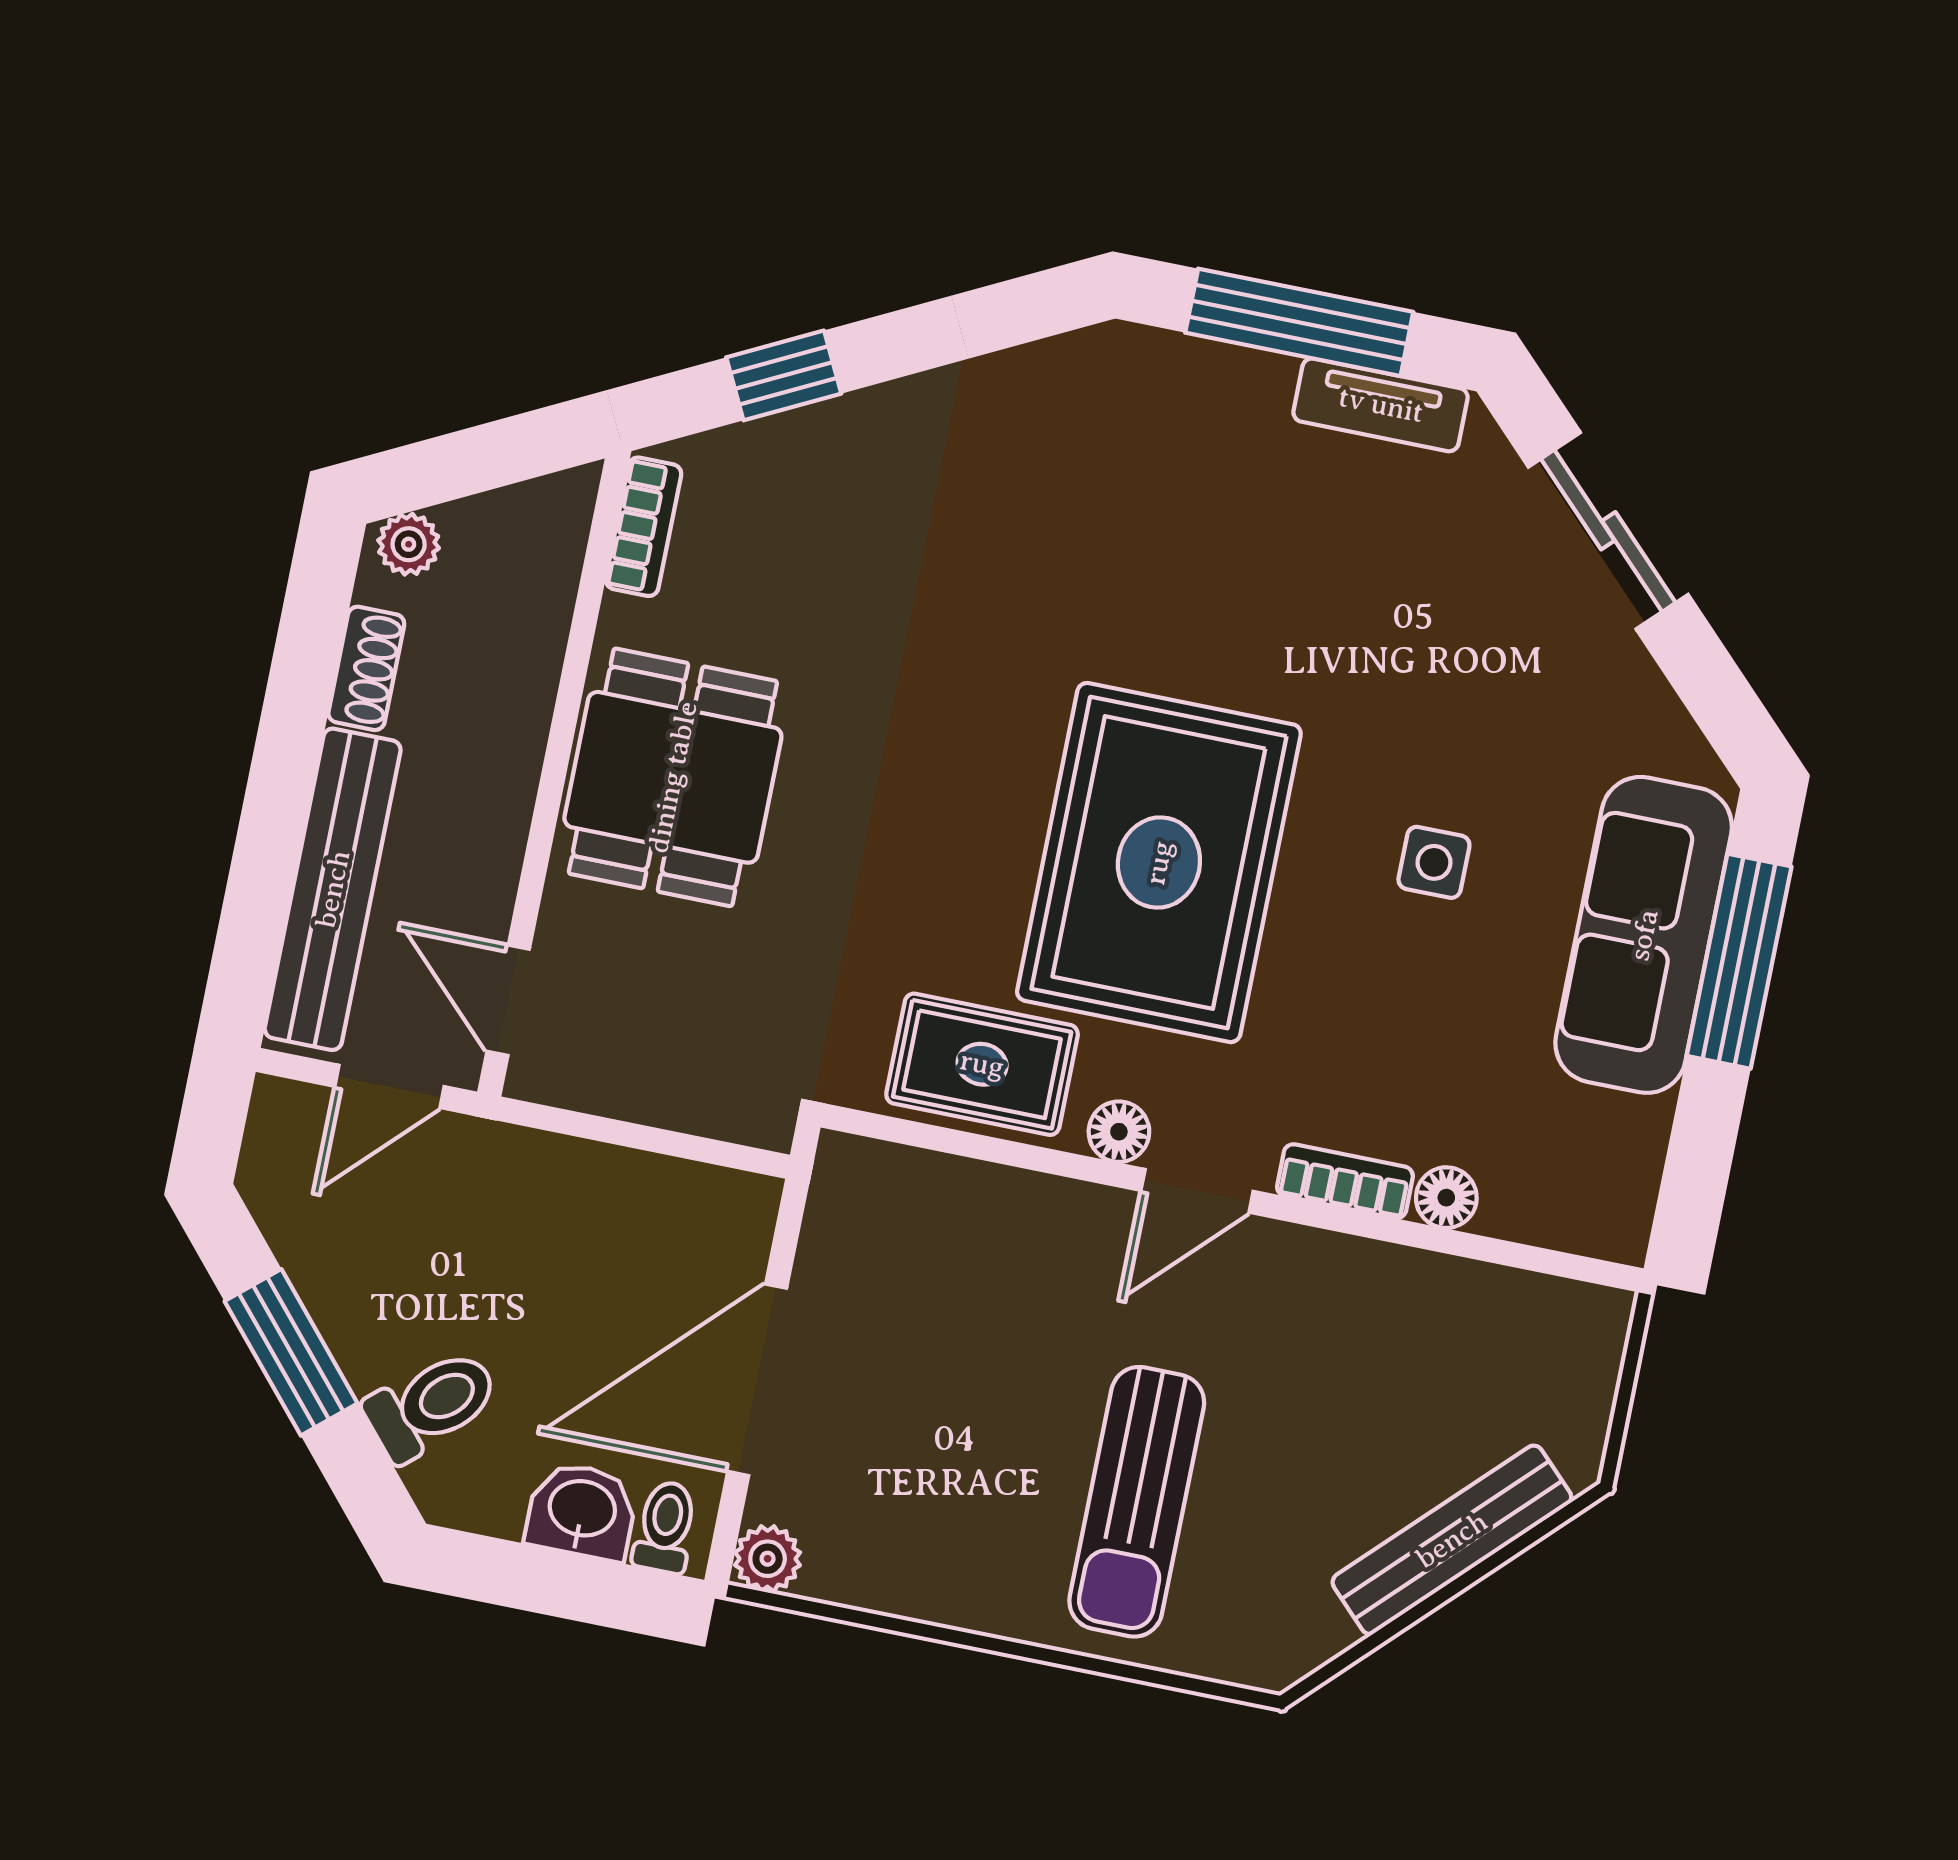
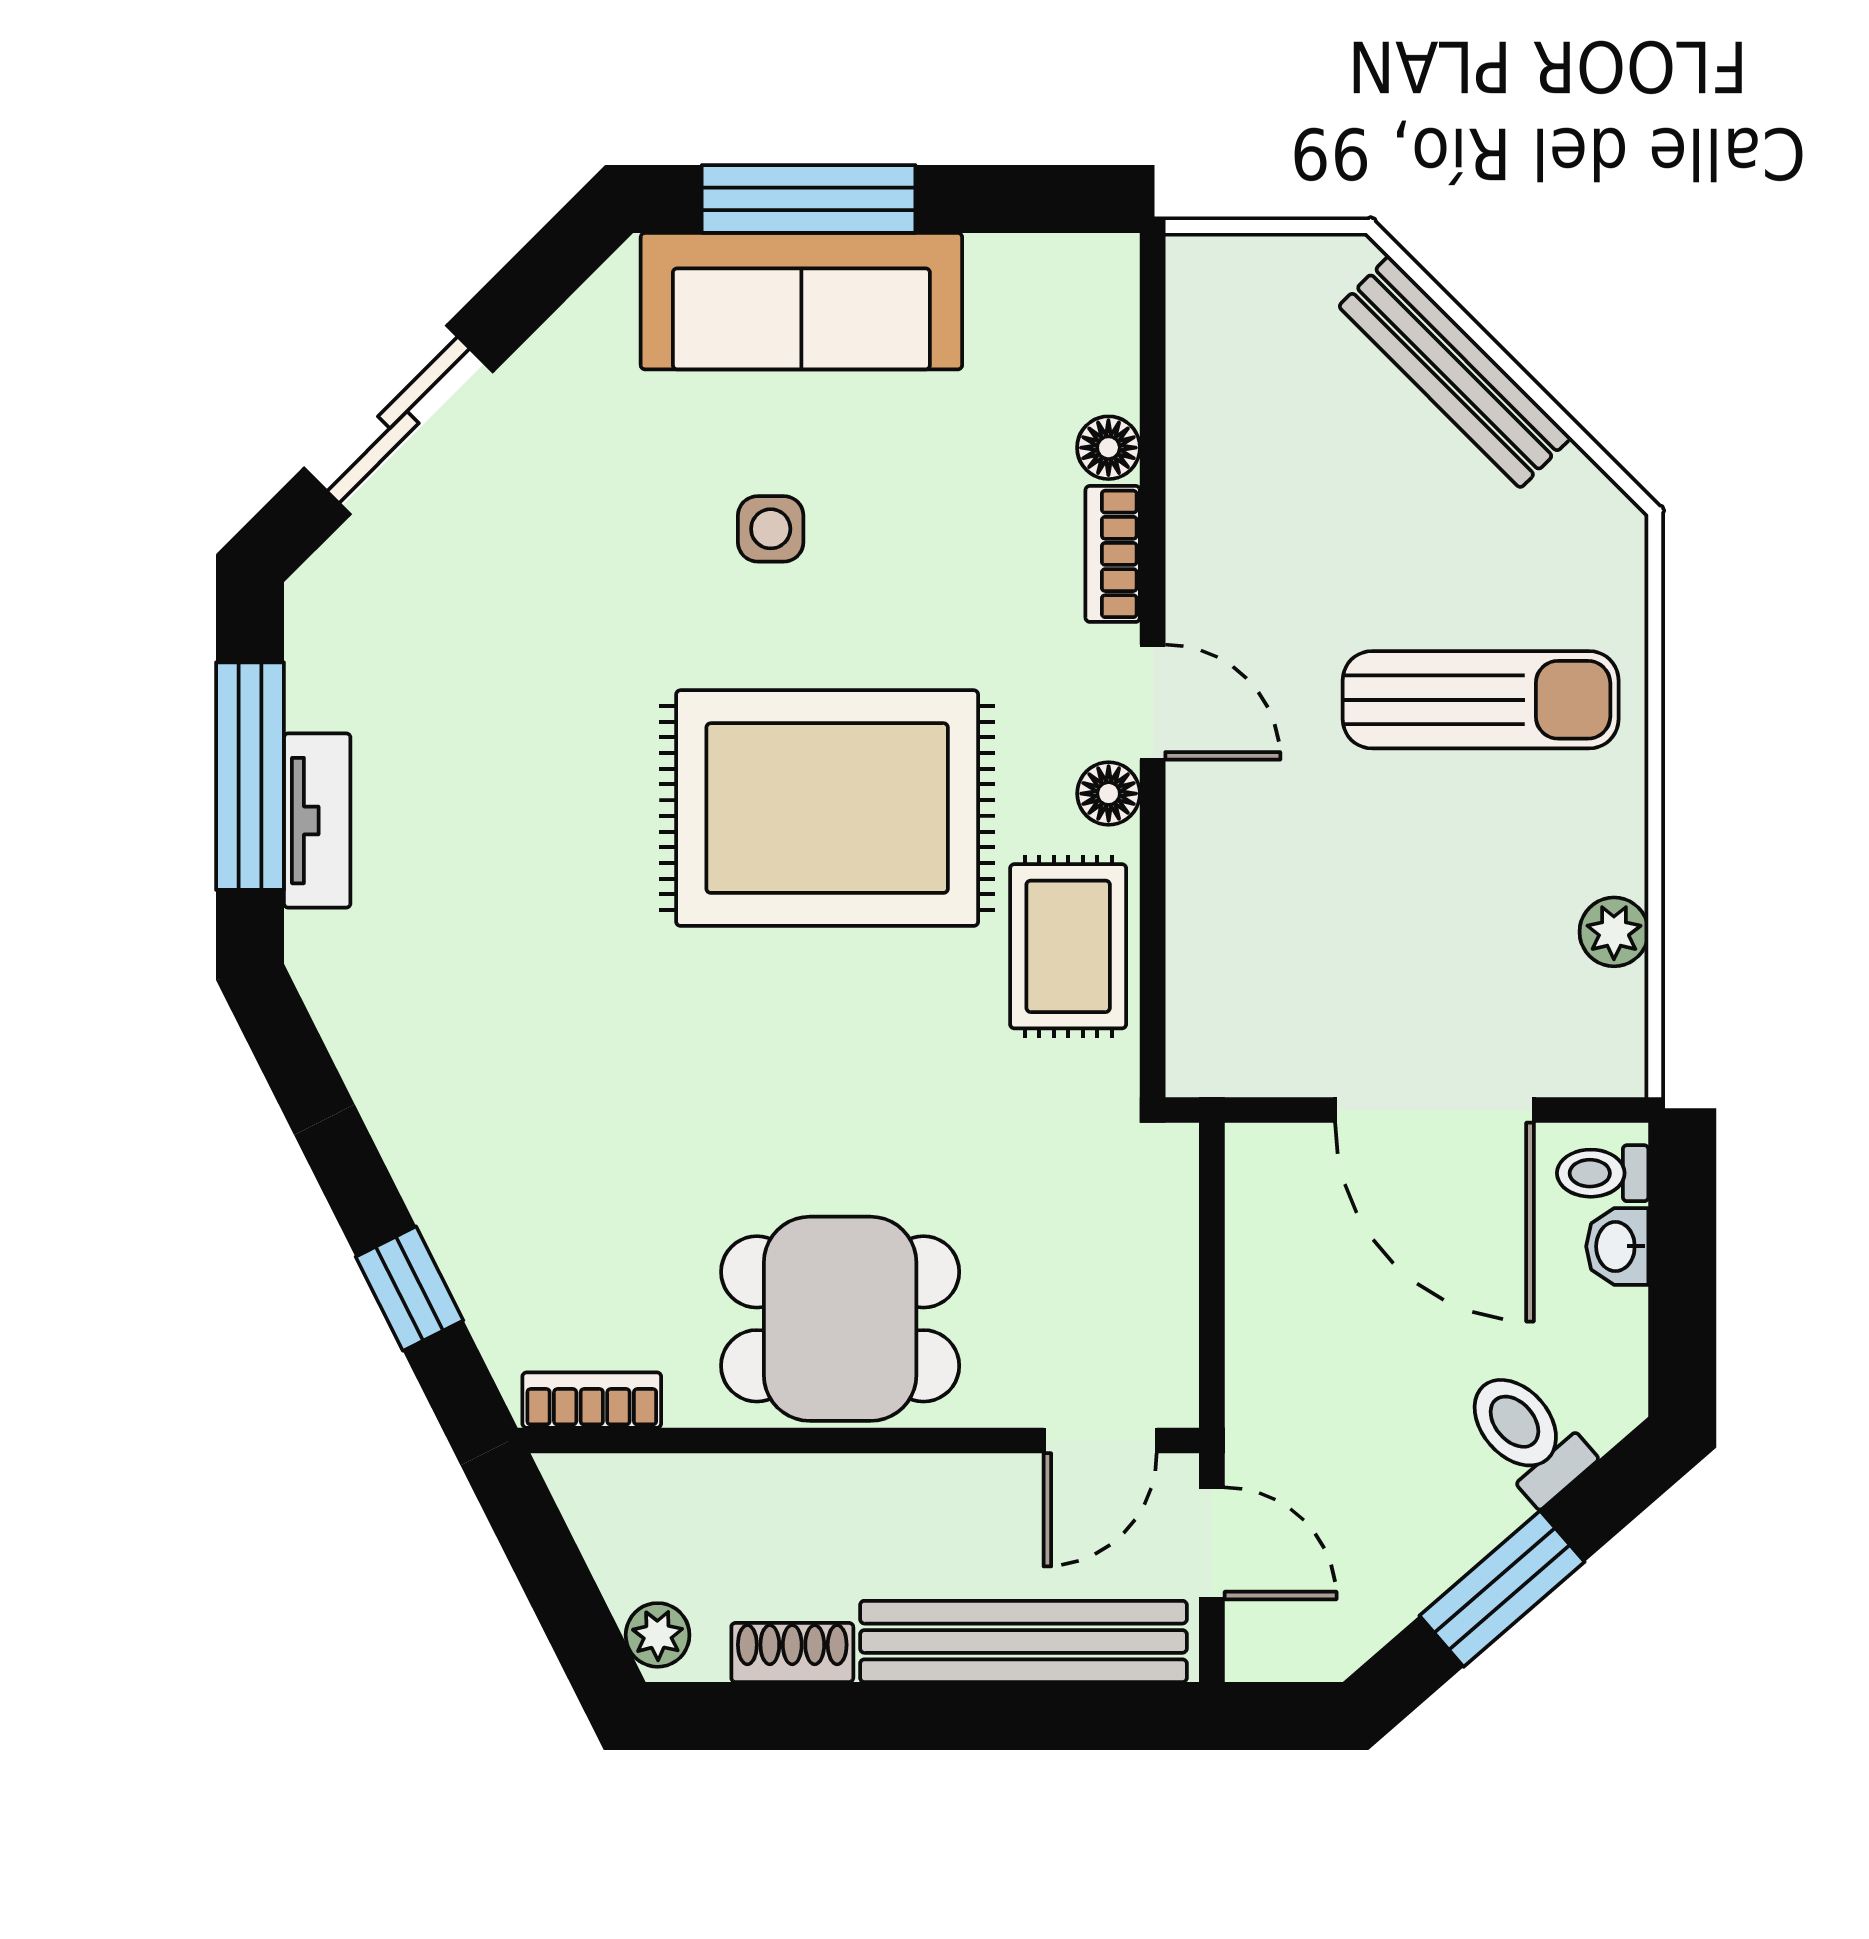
tv unit: (1381, 405) -> (317, 821), moved
washbasin: (582, 1511) -> (1617, 1246), width x0.72, depth x0.69
plant: (768, 1559) -> (1614, 932), moved

